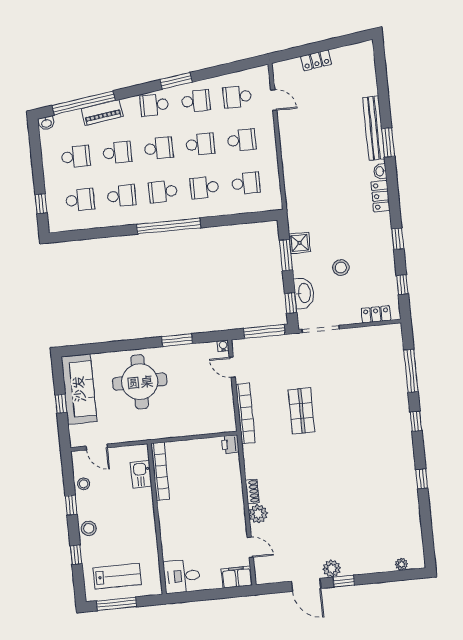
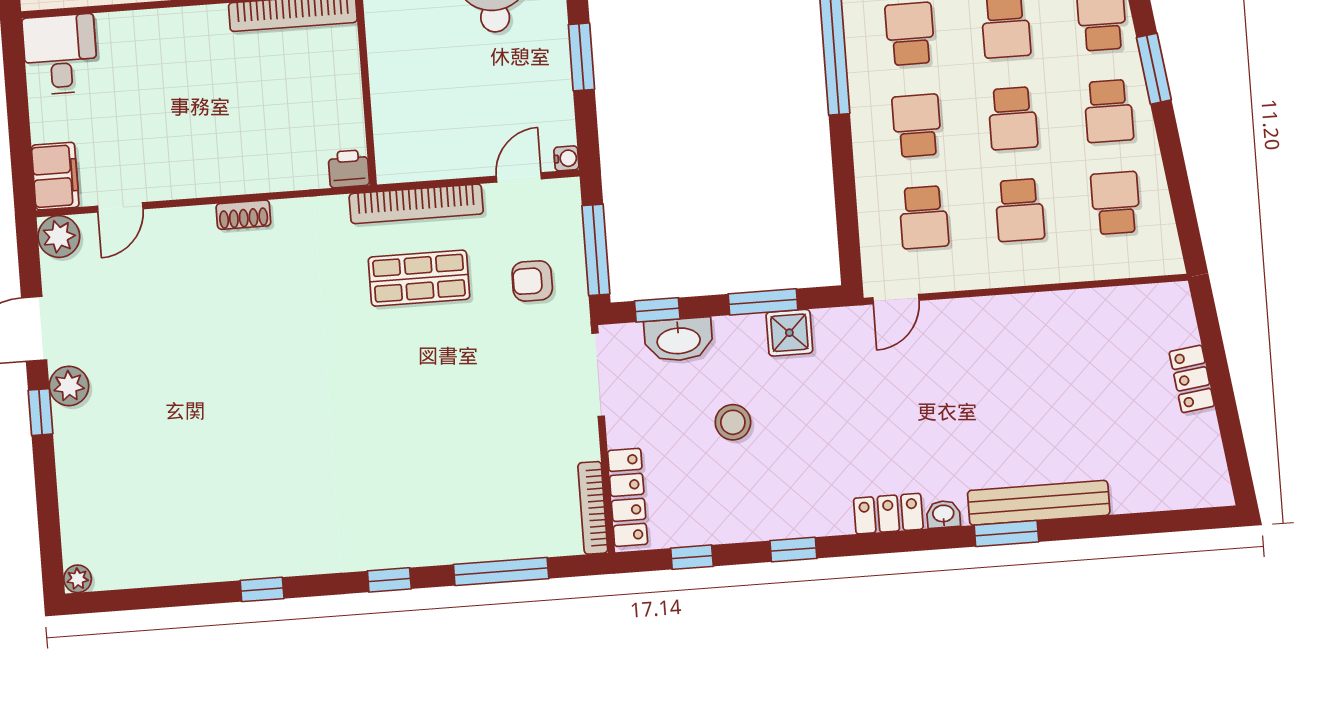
door: (274, 100) -> (896, 299), moved
locker: (376, 314) -> (628, 497), width x1.53
bookcase: (381, 330) -> (593, 508), added
armchair: (279, 360) -> (532, 281), added
shop shelf: (301, 411) -> (419, 278), moved
plant: (258, 514) -> (59, 237), moved
plant: (402, 564) -> (78, 579), moved

